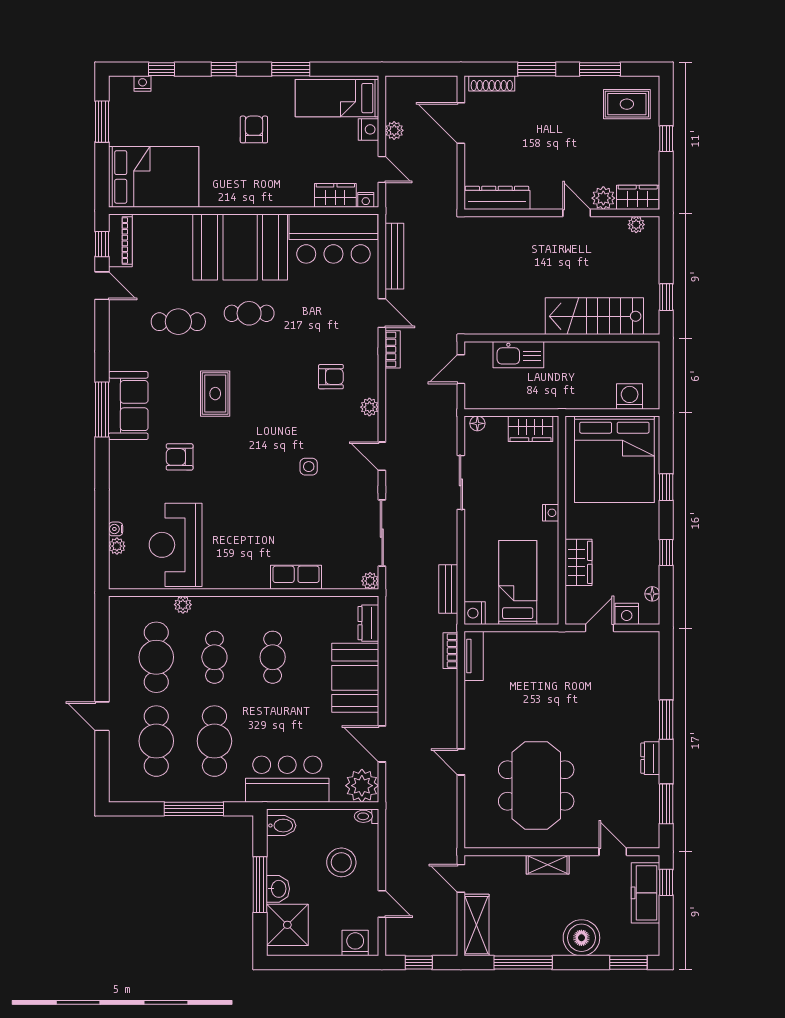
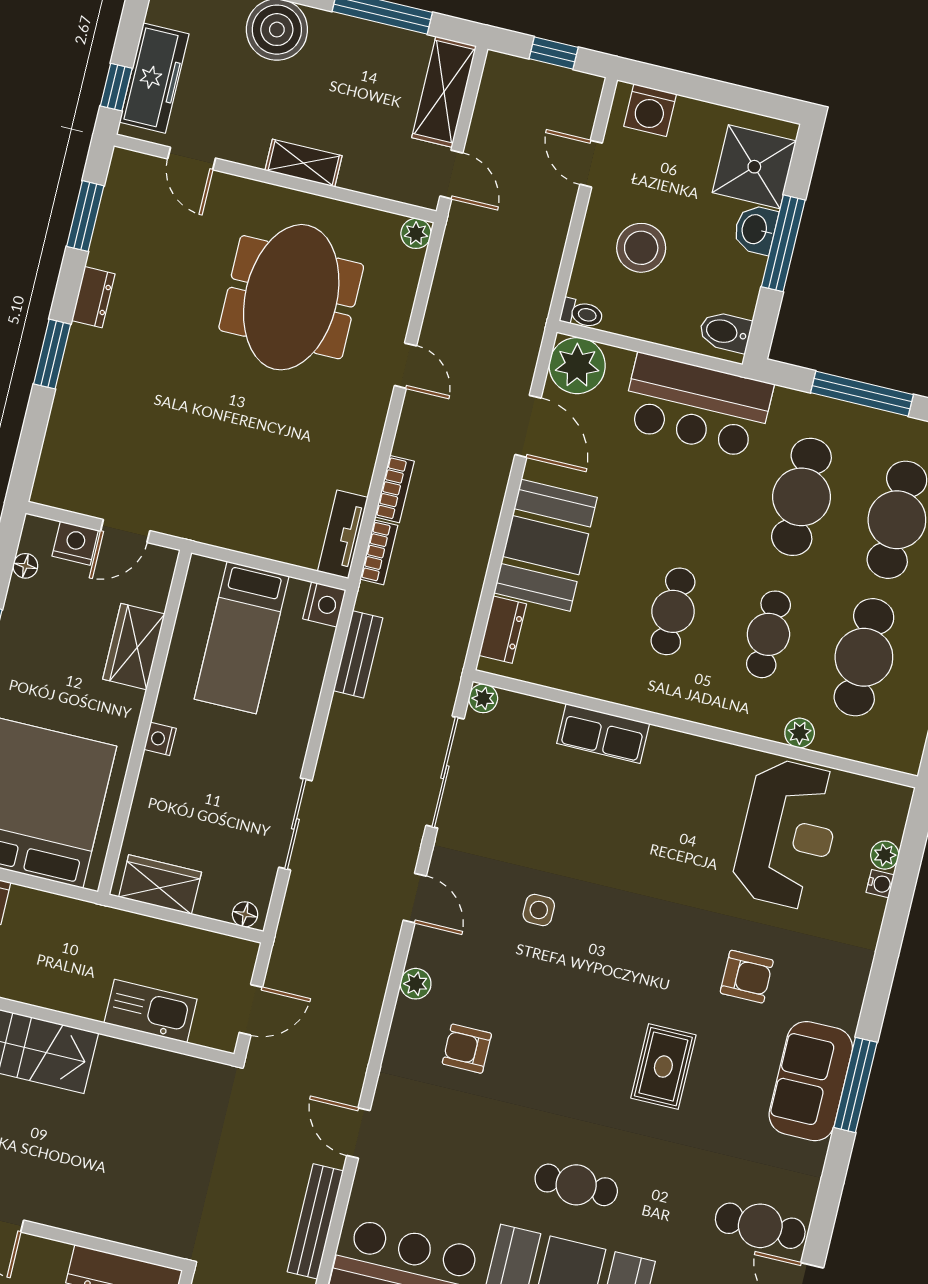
cafe table: (178, 322) -> (760, 1226), moved
bookcase: (393, 349) -> (395, 489), moved, turned 180
plant: (473, 839) -> (416, 233), added

